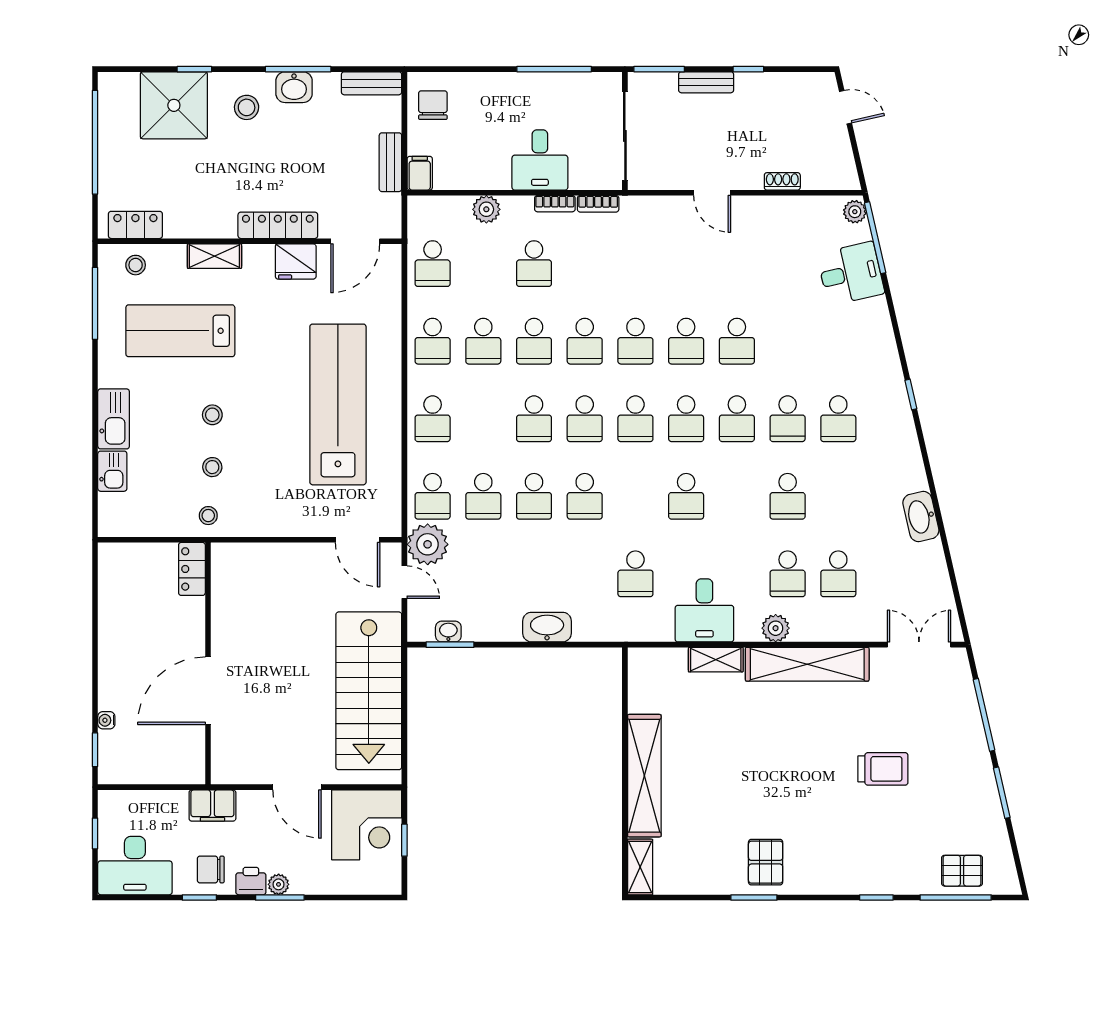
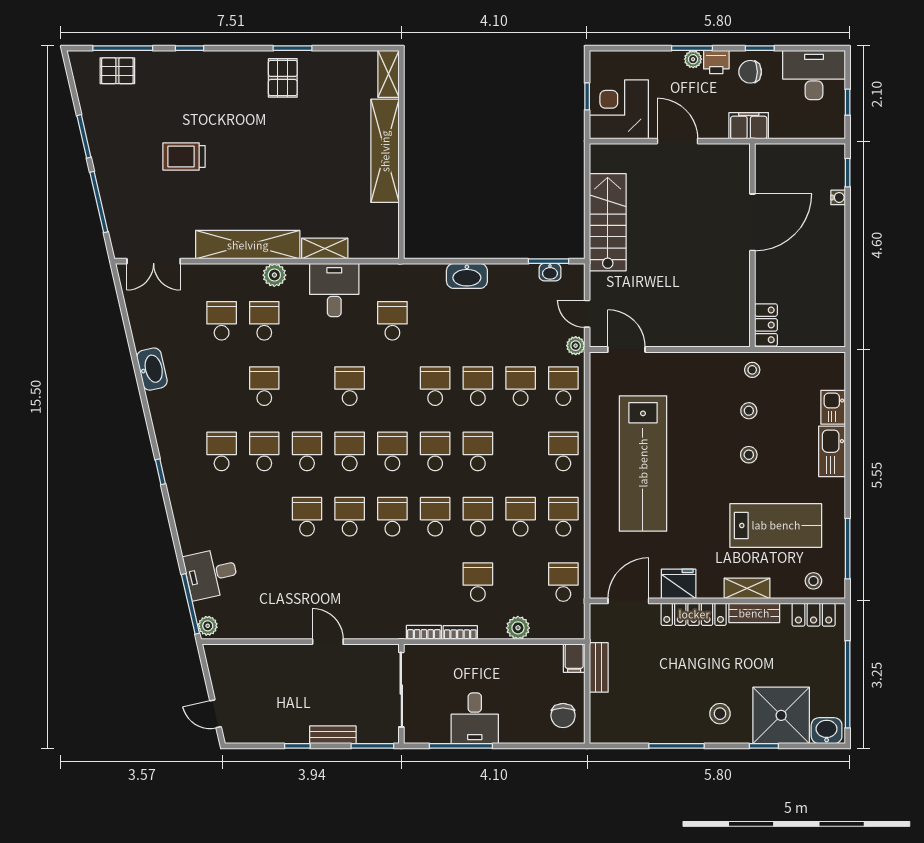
bench: (372, 83) -> (754, 613), moved
washbasin: (294, 87) -> (827, 731), moved
desk: (540, 160) -> (475, 718), moved, turned 180
shoe rack: (782, 181) -> (269, 651), removed
plant: (428, 544) -> (576, 346), width x0.53, depth x0.53
stairs: (369, 691) -> (608, 222), width x0.73, depth x0.66
chair: (211, 869) -> (750, 72), turned 180

